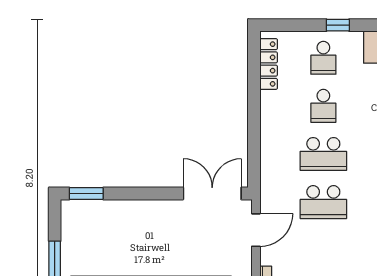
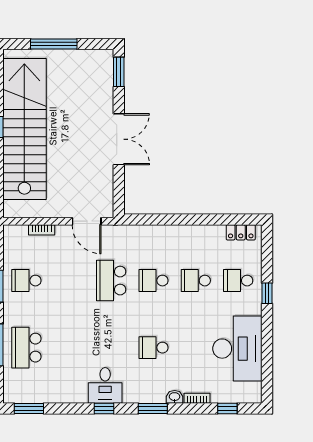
locker: (269, 64) -> (241, 232), width x0.66
school desk: (323, 154) -> (153, 281), width x0.54
double door: (212, 194) -> (119, 139), moved

